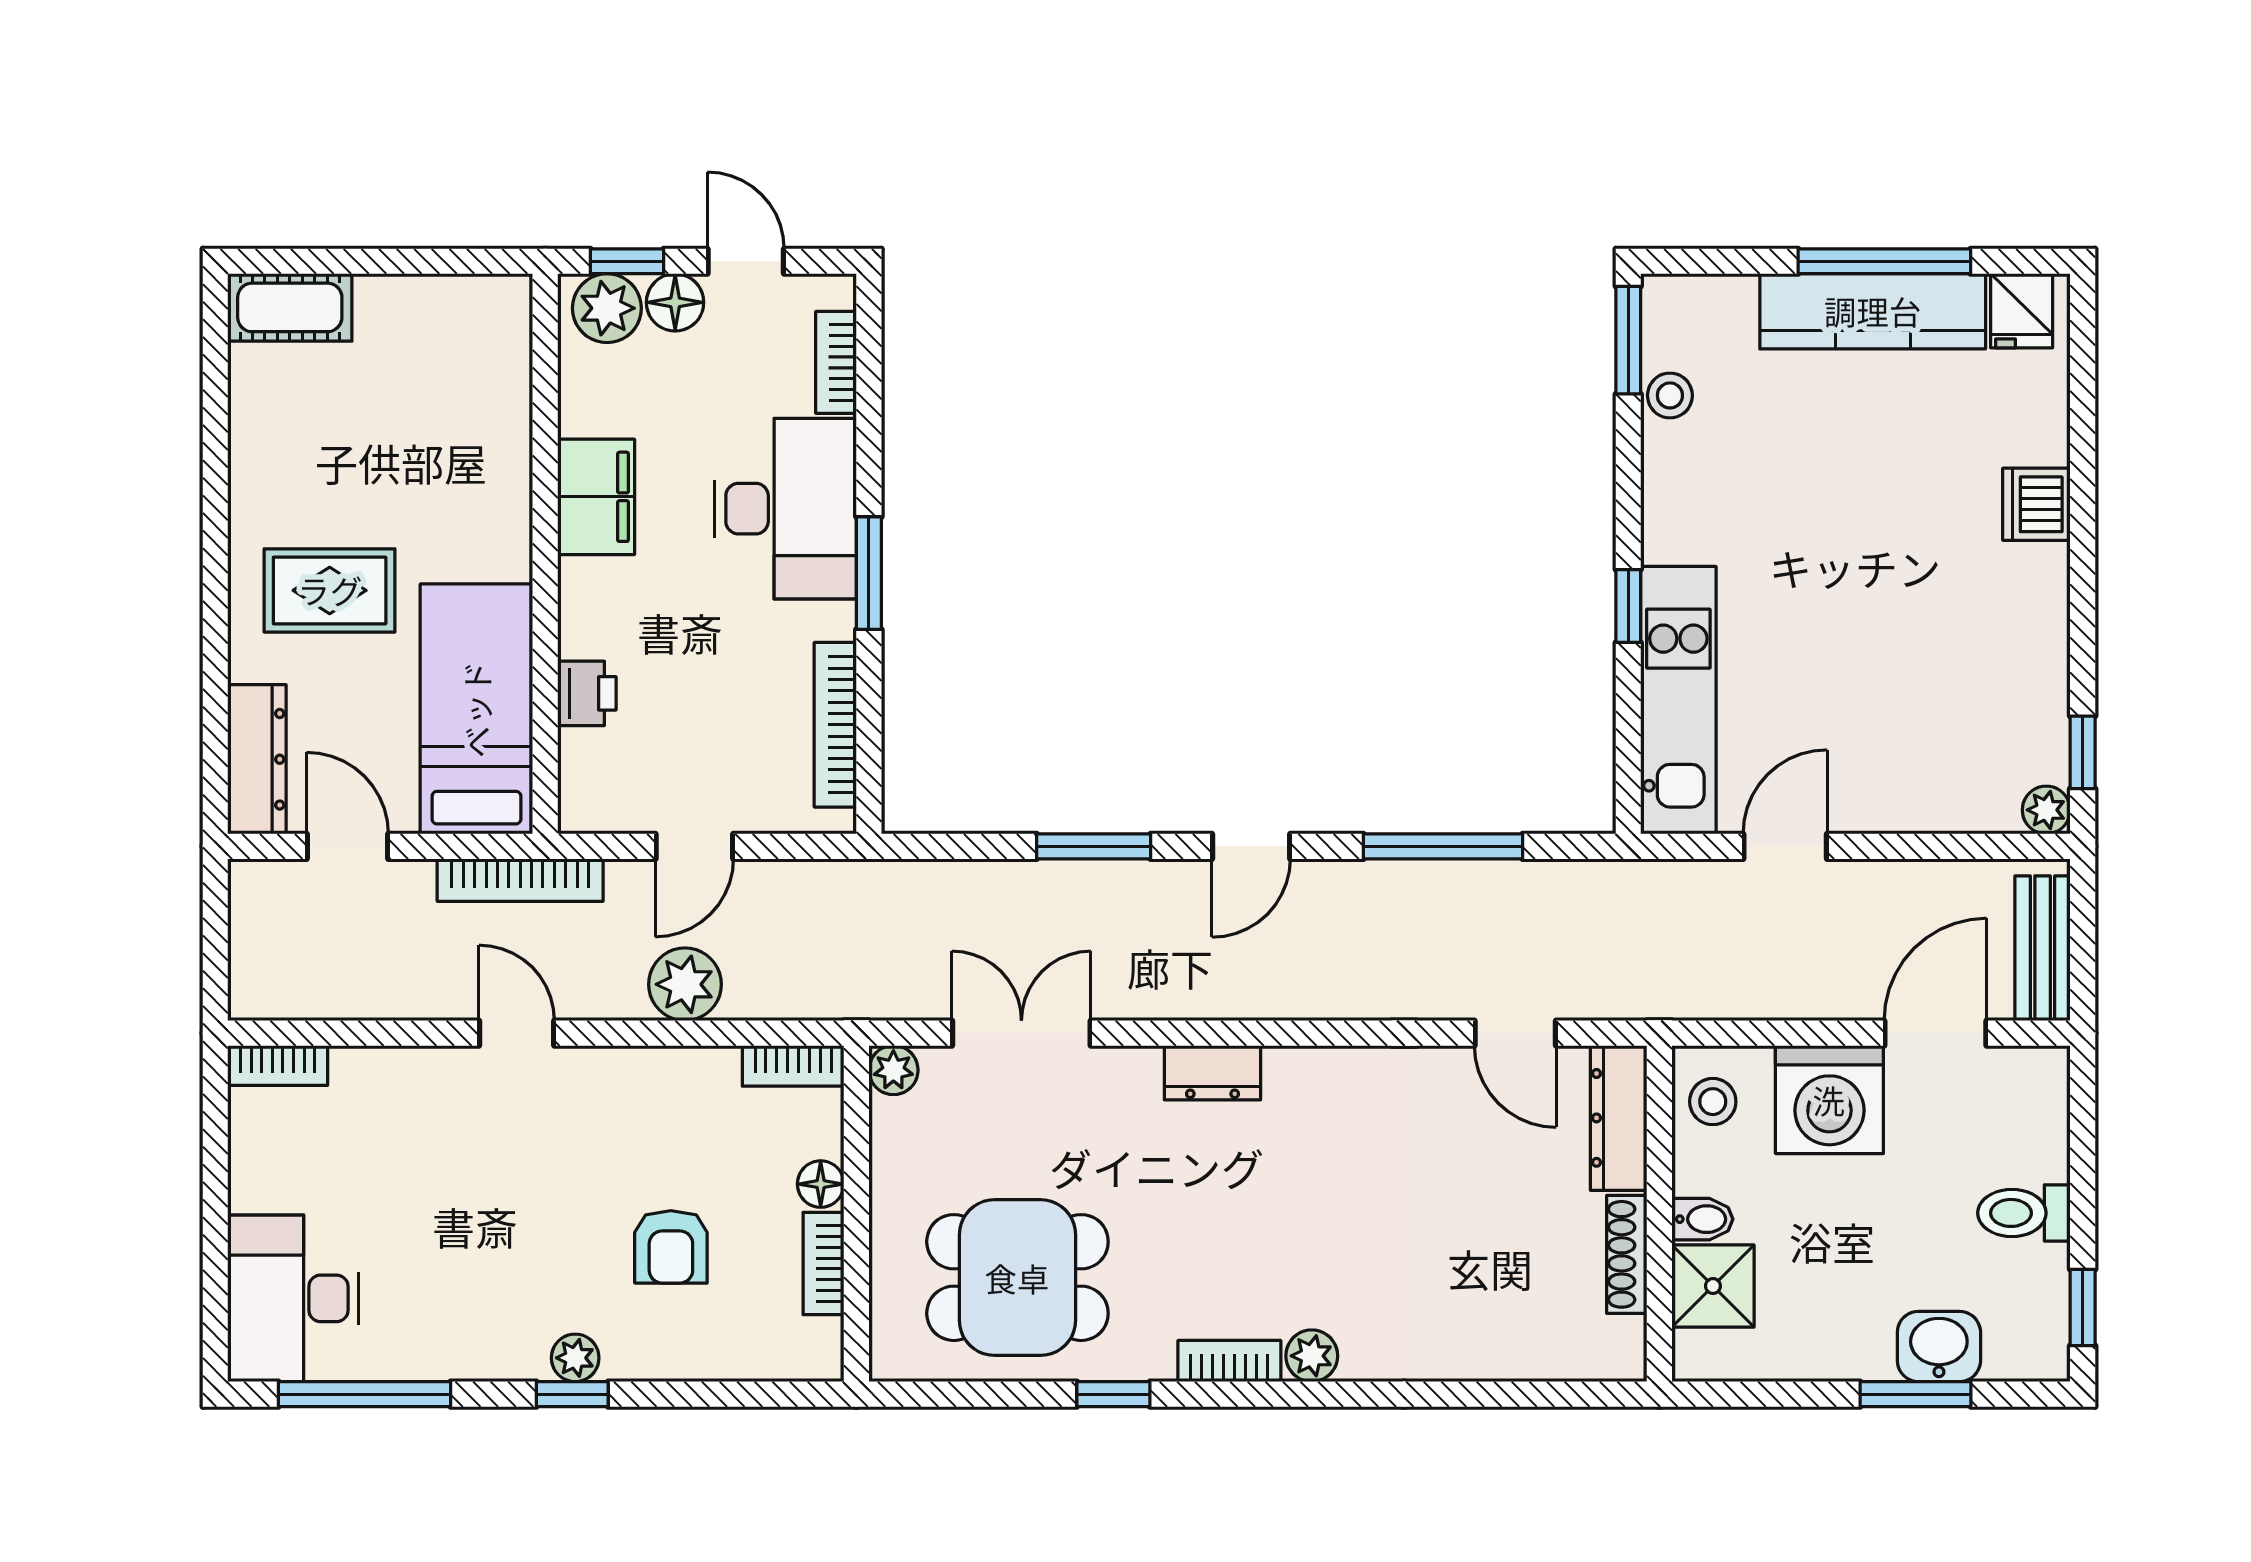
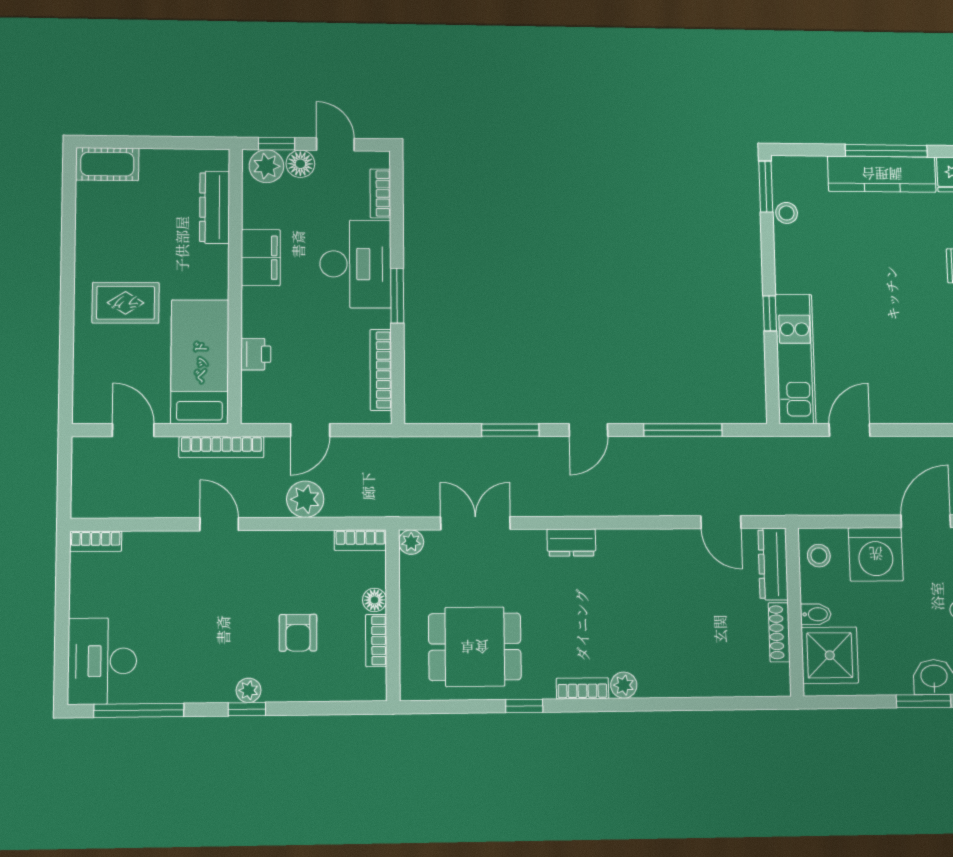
dresser: (257, 759) -> (215, 207), moved, turned 180
shower: (1713, 1286) -> (830, 655), width x1.36, depth x1.36

